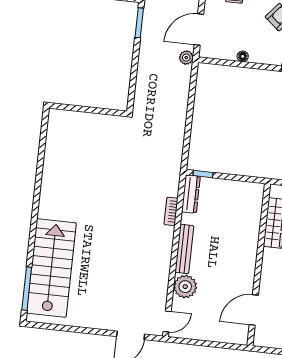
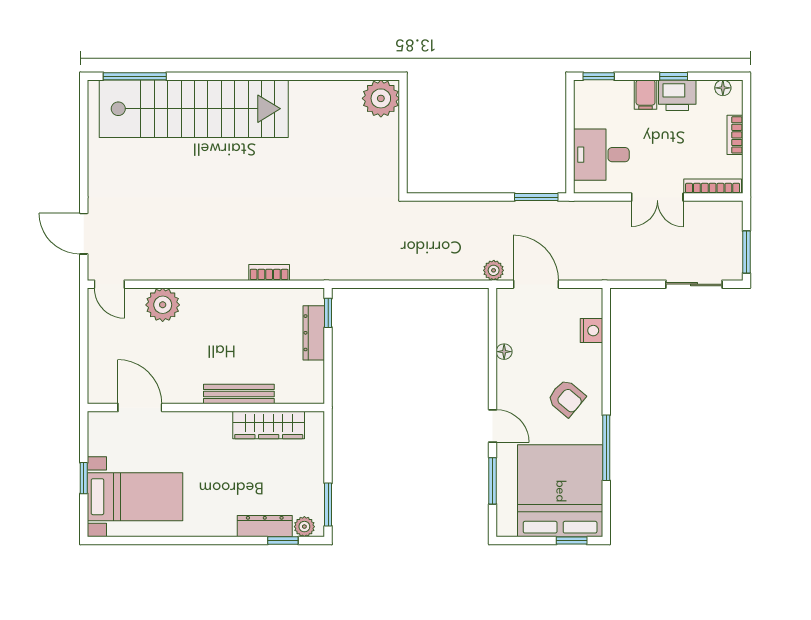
plant: (60, 122) -> (381, 98), added
dresser: (191, 194) -> (314, 333), moved, turned 90
bench: (184, 249) -> (239, 394), moved
stairs: (51, 268) -> (194, 109), width x1.36

